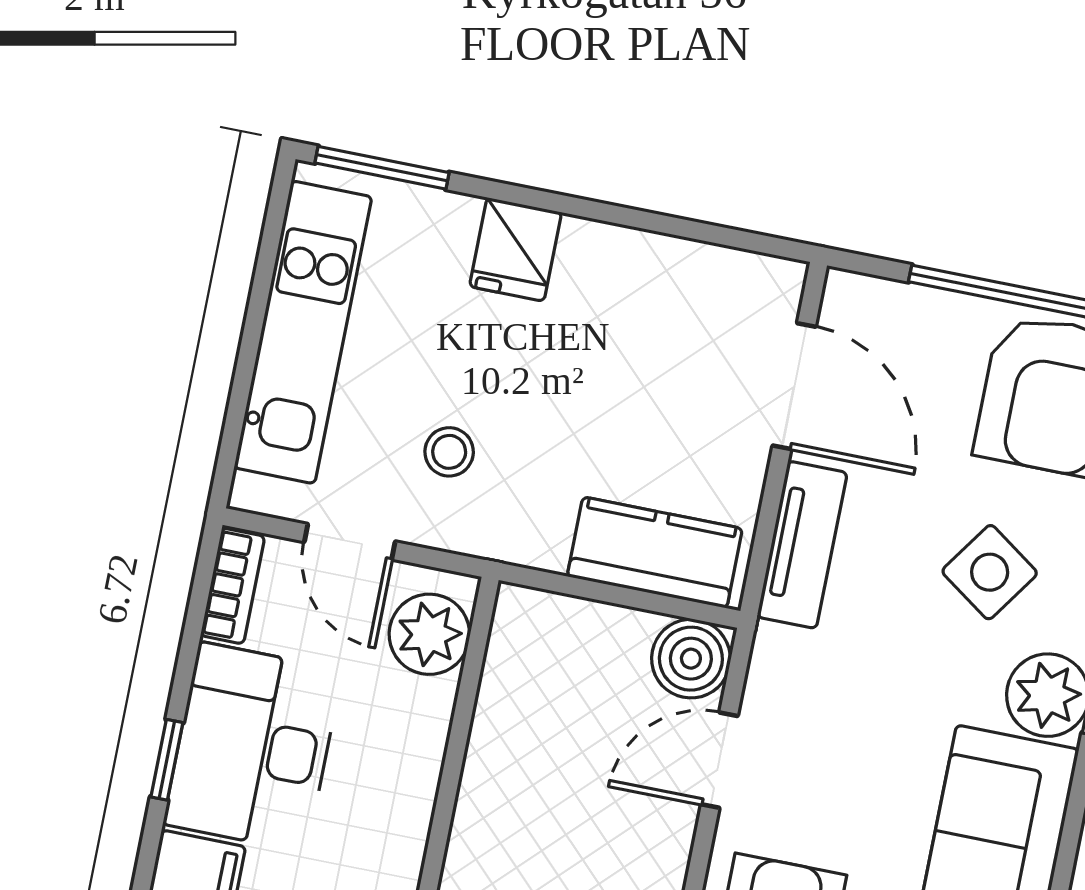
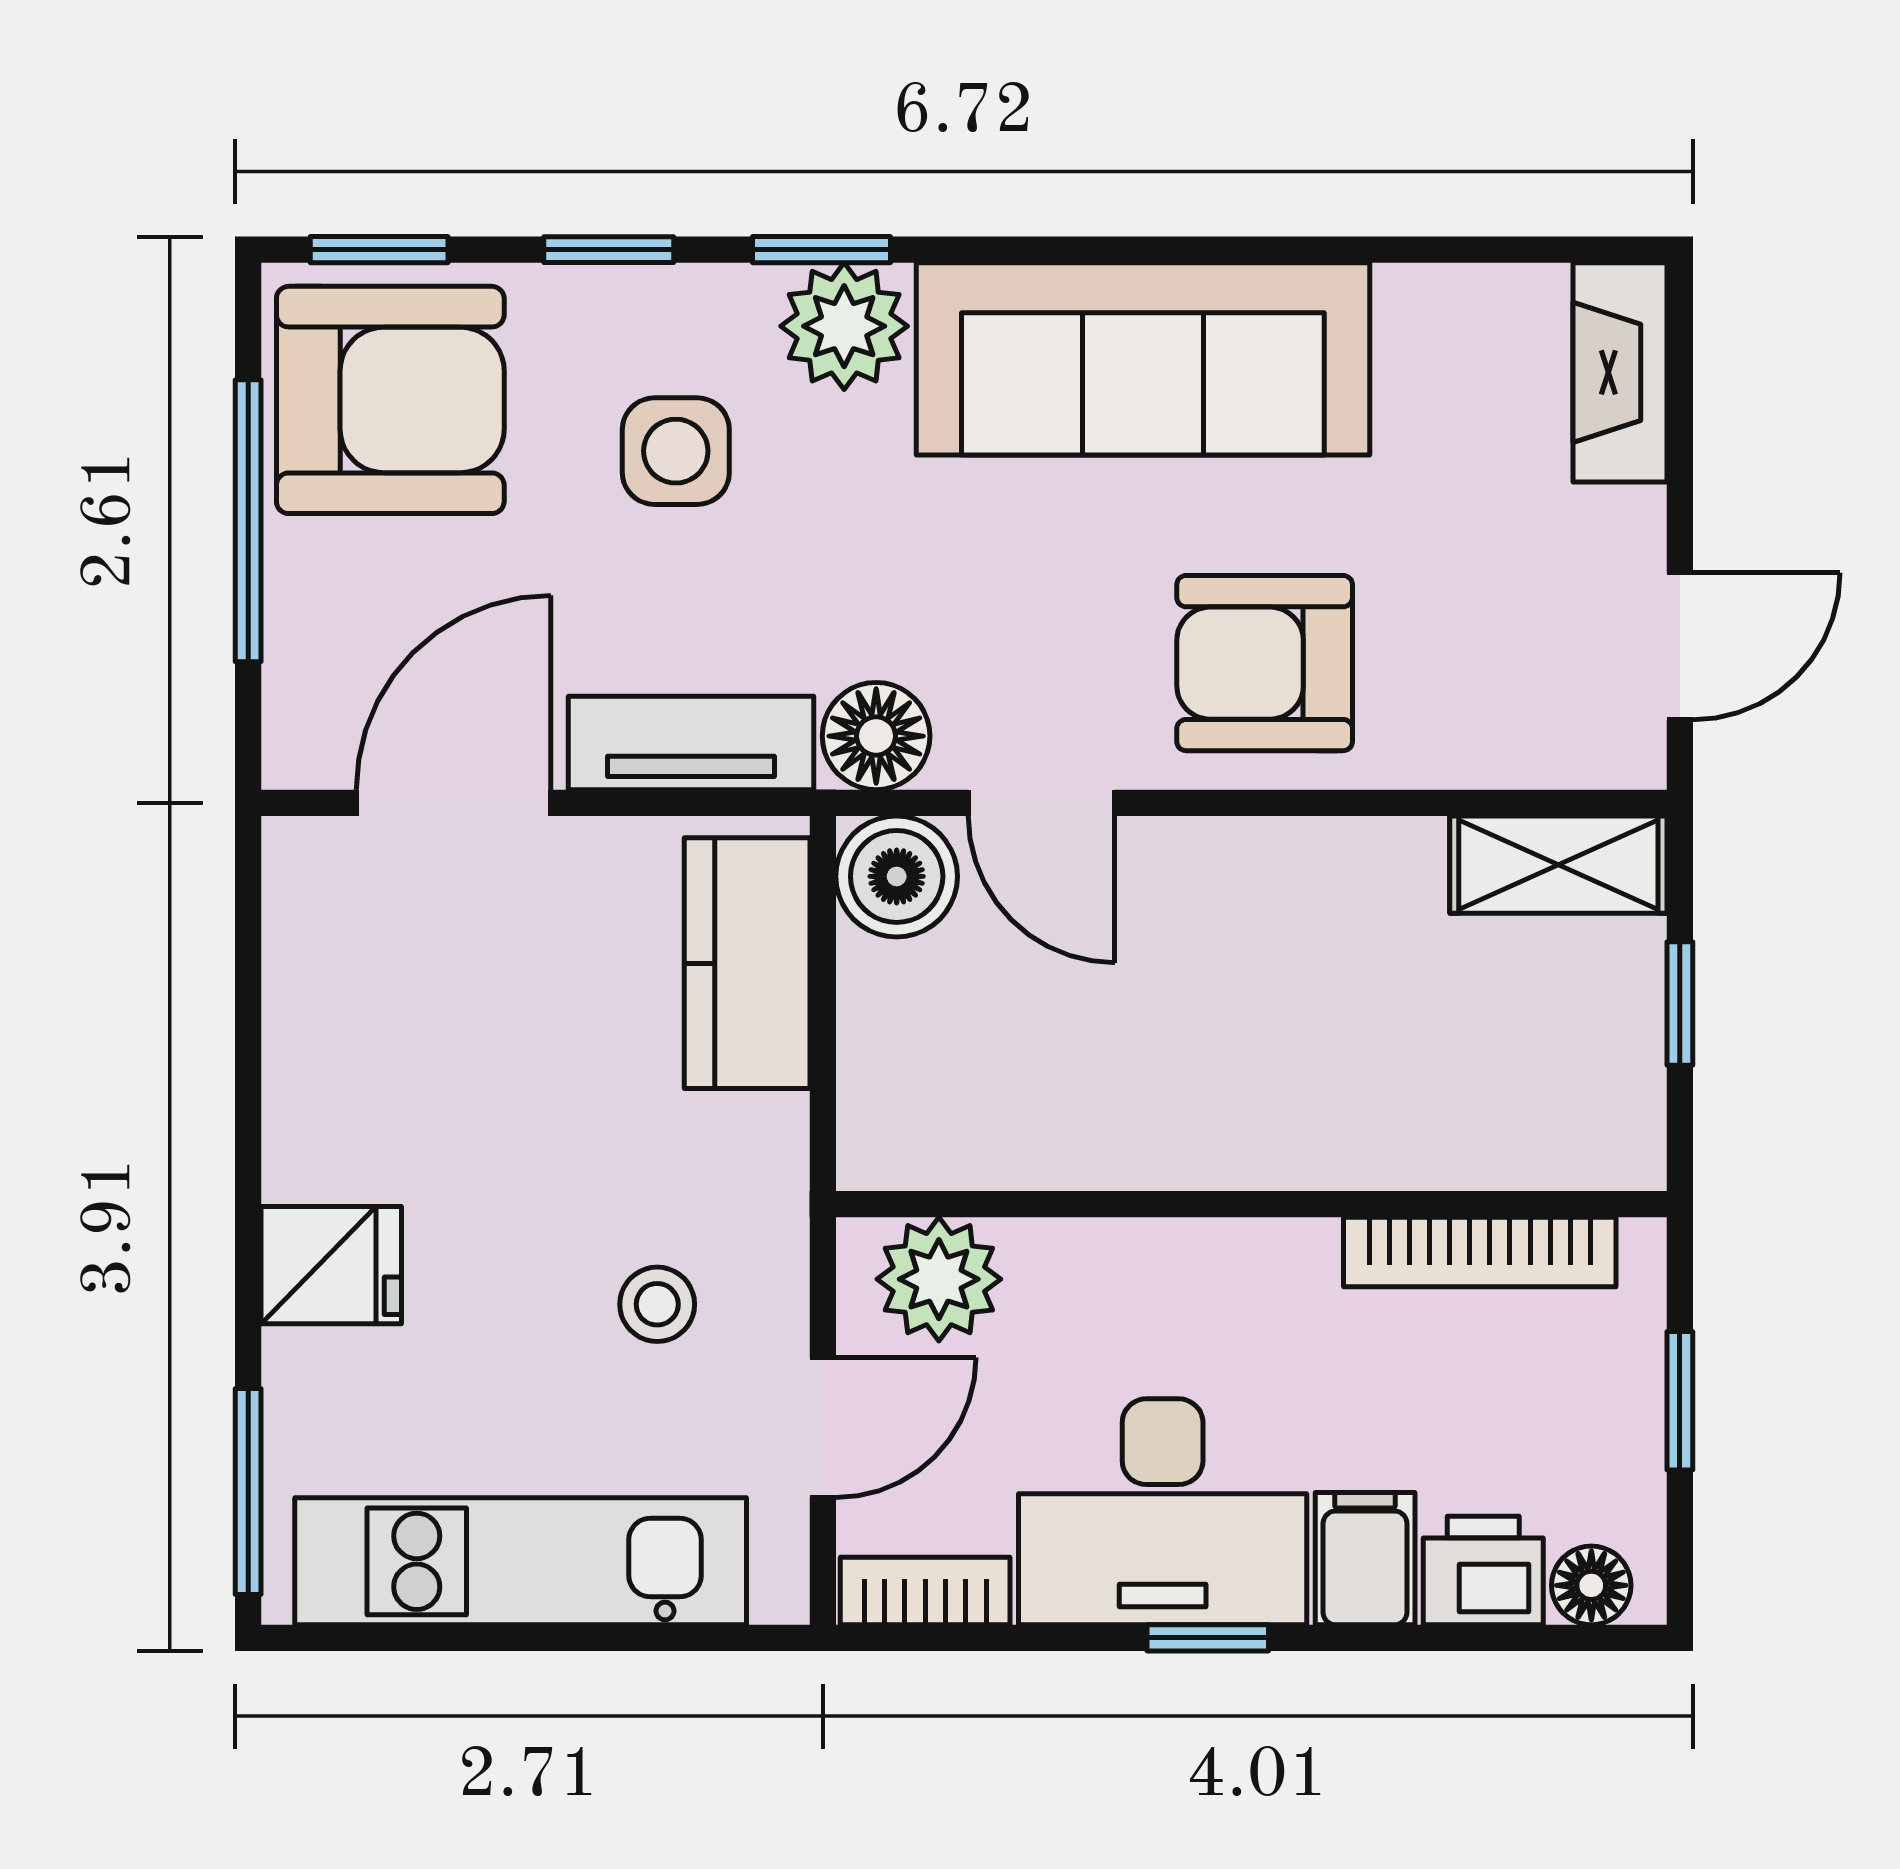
side table: (990, 572) -> (676, 451), turned -35
floor lamp: (783, 663) -> (876, 736), added

